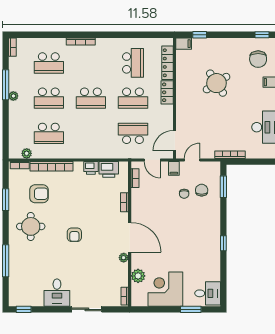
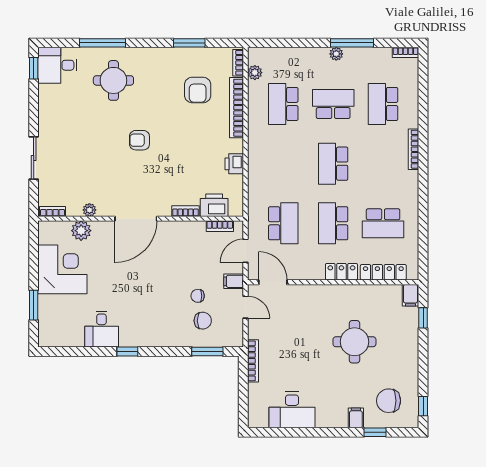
round table: (217, 83) -> (354, 342), turned 33
school desk: (49, 98) -> (333, 104), turned 90
printer: (109, 169) -> (214, 205), moved, turned 90
round table: (31, 226) -> (113, 80), moved
plant: (124, 258) -> (89, 210), moved
desk: (57, 293) -> (57, 65), moved
desk: (208, 293) -> (102, 329), moved

